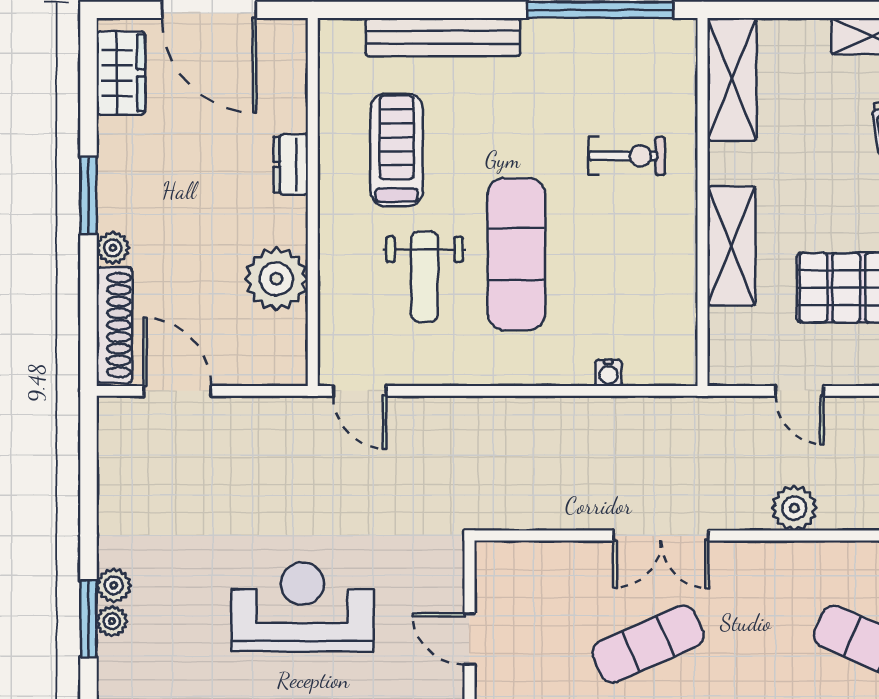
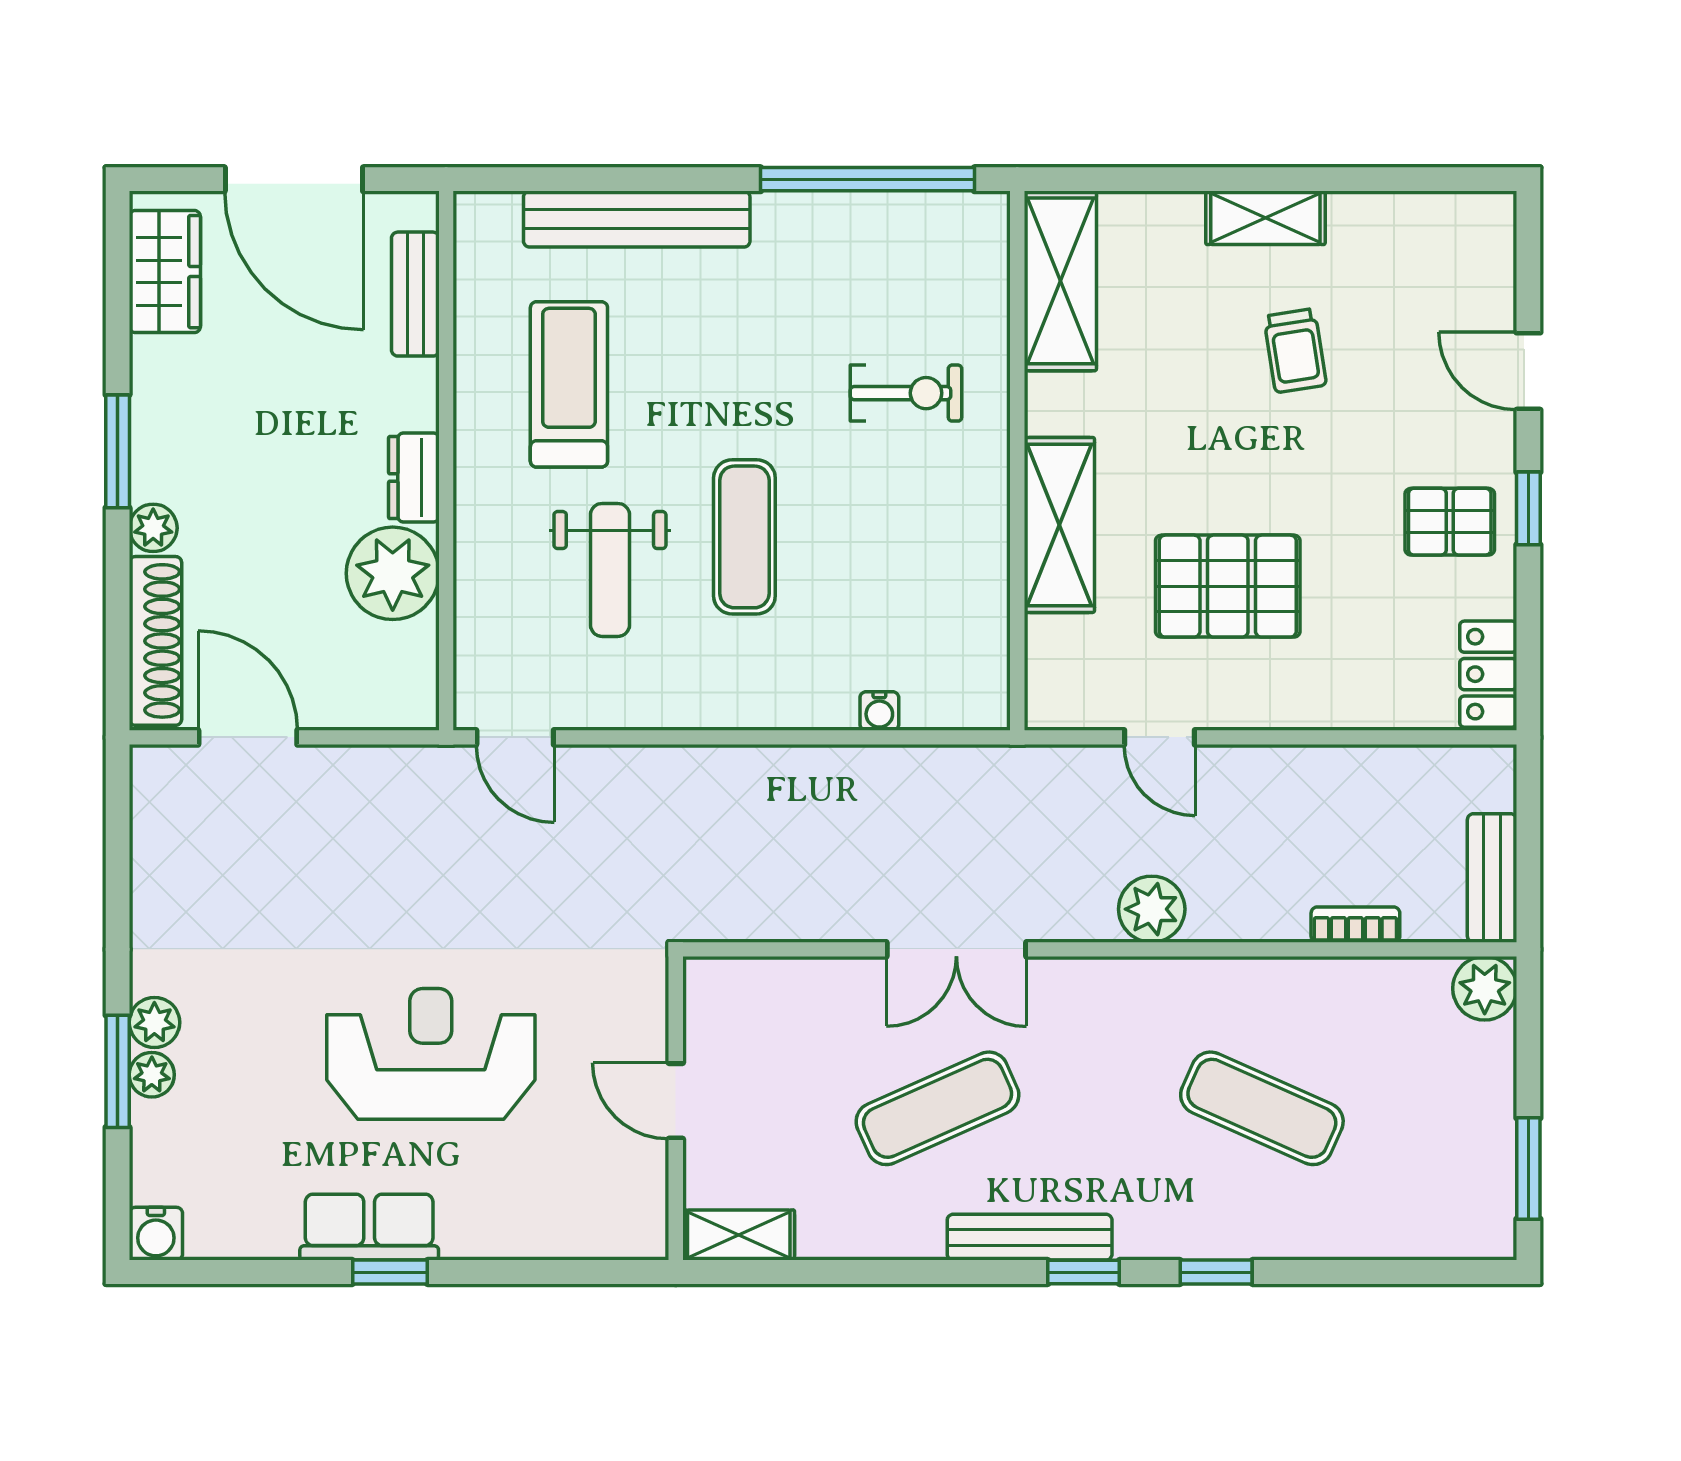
bench: (292, 88) -> (415, 294), added
dresser: (291, 164) -> (414, 478), moved
exercise mat: (516, 254) -> (744, 537), width x0.73, depth x0.69

